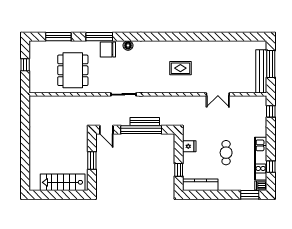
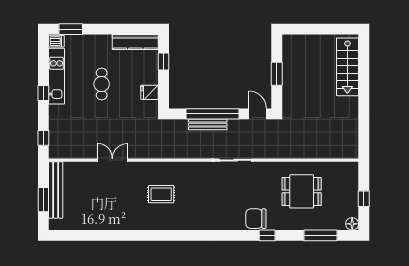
window: (99, 37) -> (267, 235), width x0.46
floor lamp: (128, 45) -> (352, 224), moved
chair: (108, 49) -> (256, 219), turned 180
window: (271, 64) -> (43, 200), width x0.69
dining table: (73, 70) -> (302, 191), width x0.73
window: (271, 167) -> (43, 93), moved
stairs: (63, 182) -> (347, 67), moved, turned 90

